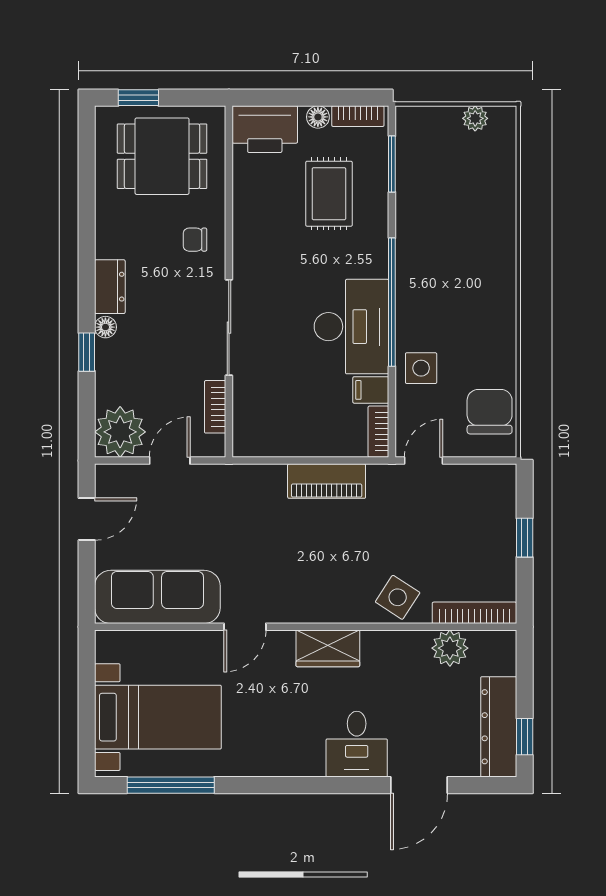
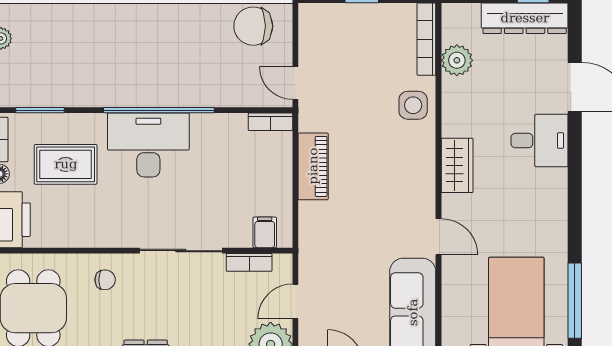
chair: (195, 240) -> (105, 280), turned -90
desk: (352, 327) -> (148, 145), moved
side table: (421, 368) -> (216, 85), removed
filing cabinet: (371, 390) -> (265, 232), moved, turned 180
door: (170, 461) -> (295, 302), hinge flipped
side table: (398, 597) -> (413, 105), turned -33

